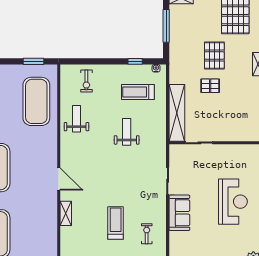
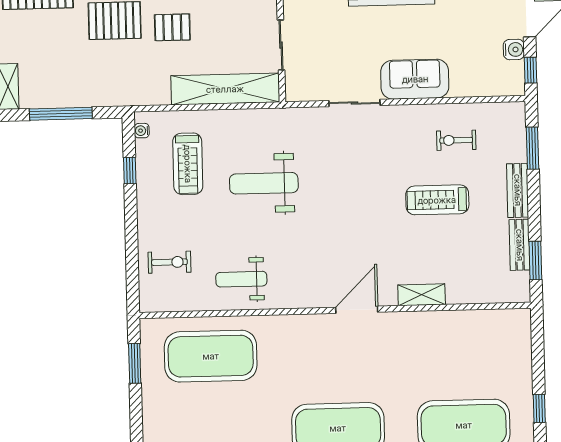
pallet: (210, 86) -> (172, 27), turned 90
weight bench: (127, 132) -> (264, 183), width x1.36, depth x1.33

